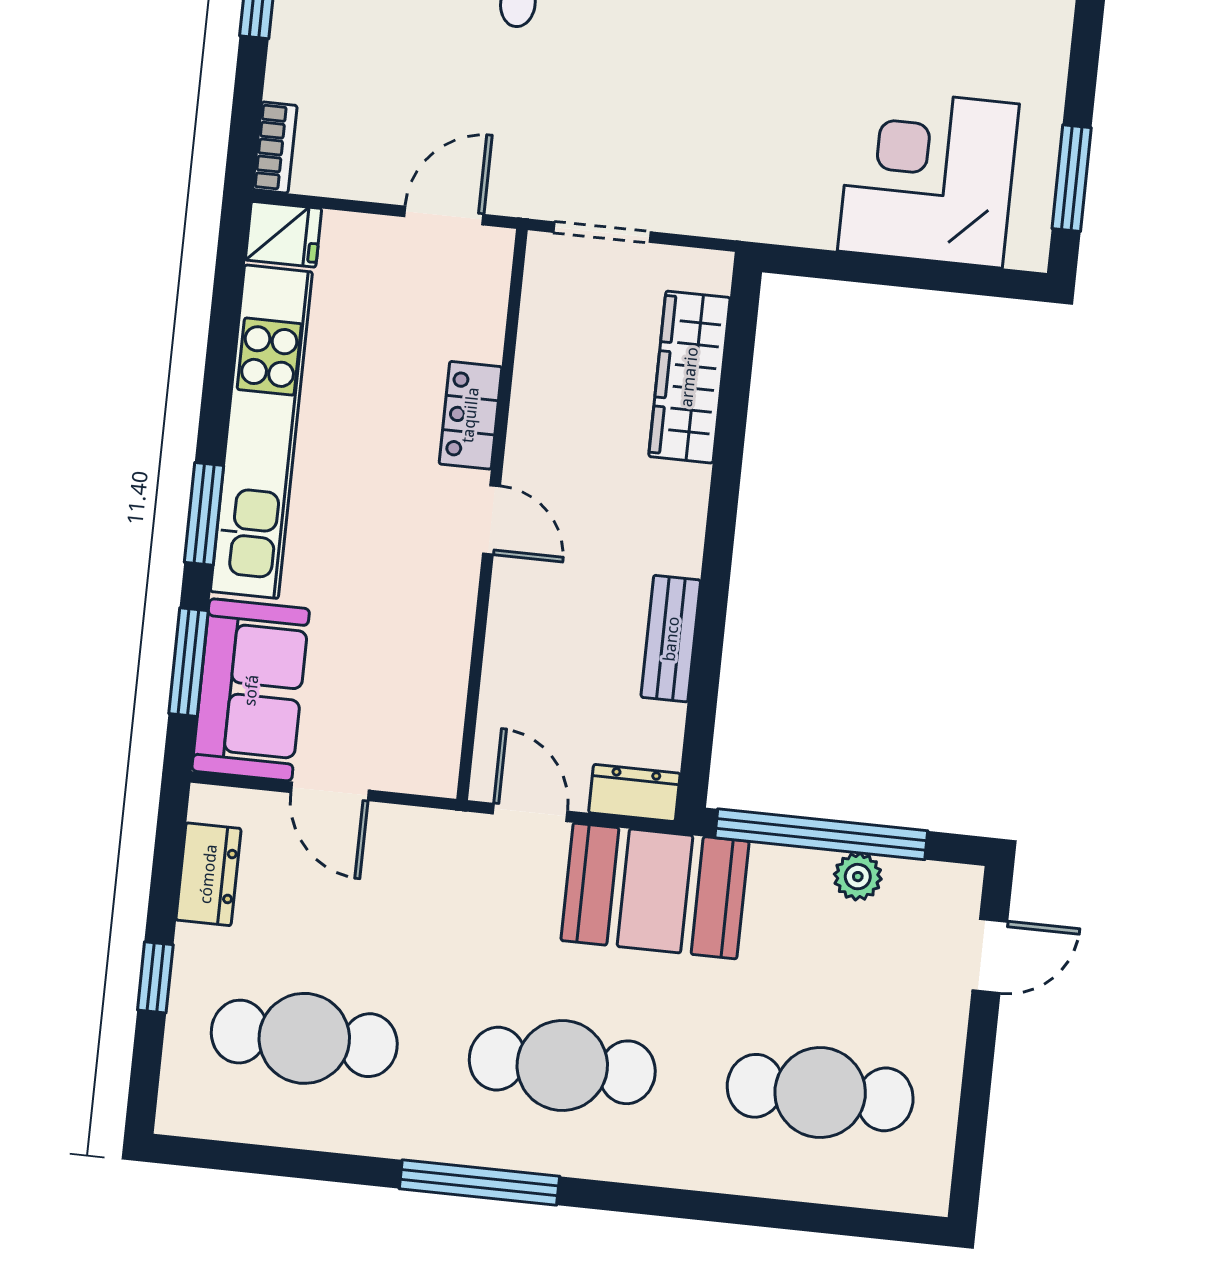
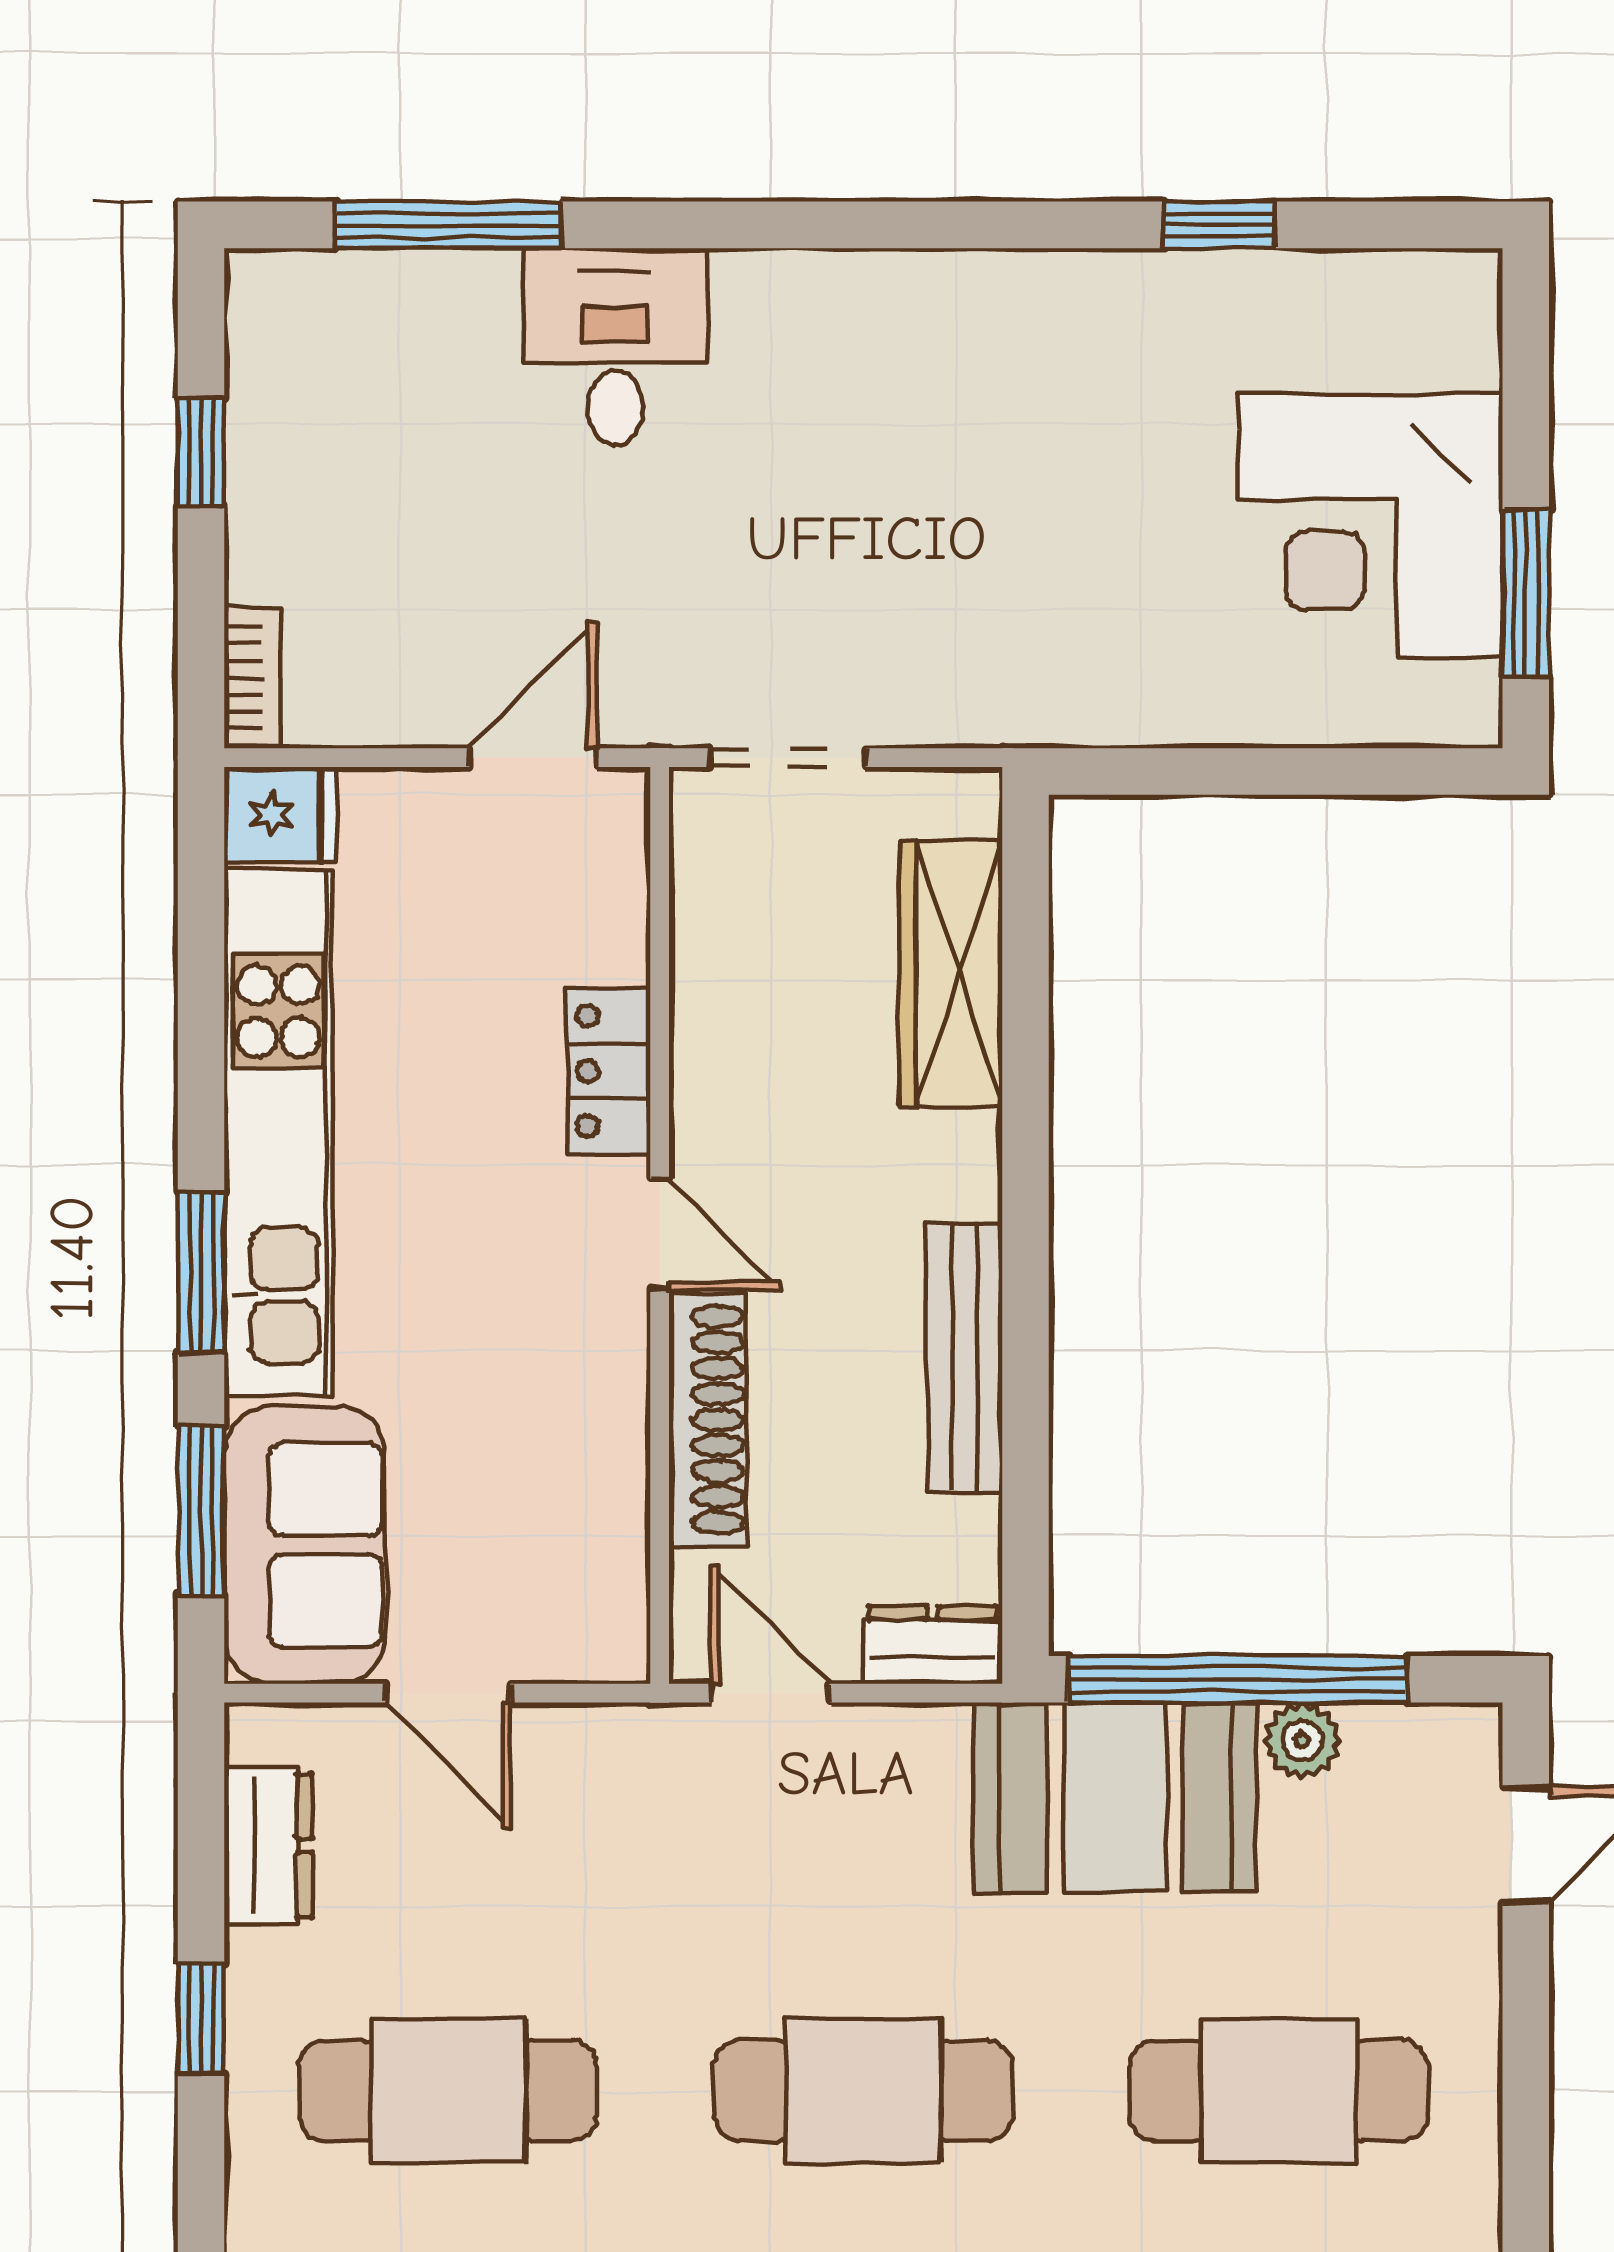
corner desk: (928, 177) -> (1370, 526), moved, turned -90
shoe rack: (509, 638) -> (708, 1420), added
bench: (671, 639) -> (965, 1357), width x1.36
booth: (655, 891) -> (1115, 1797), moved

